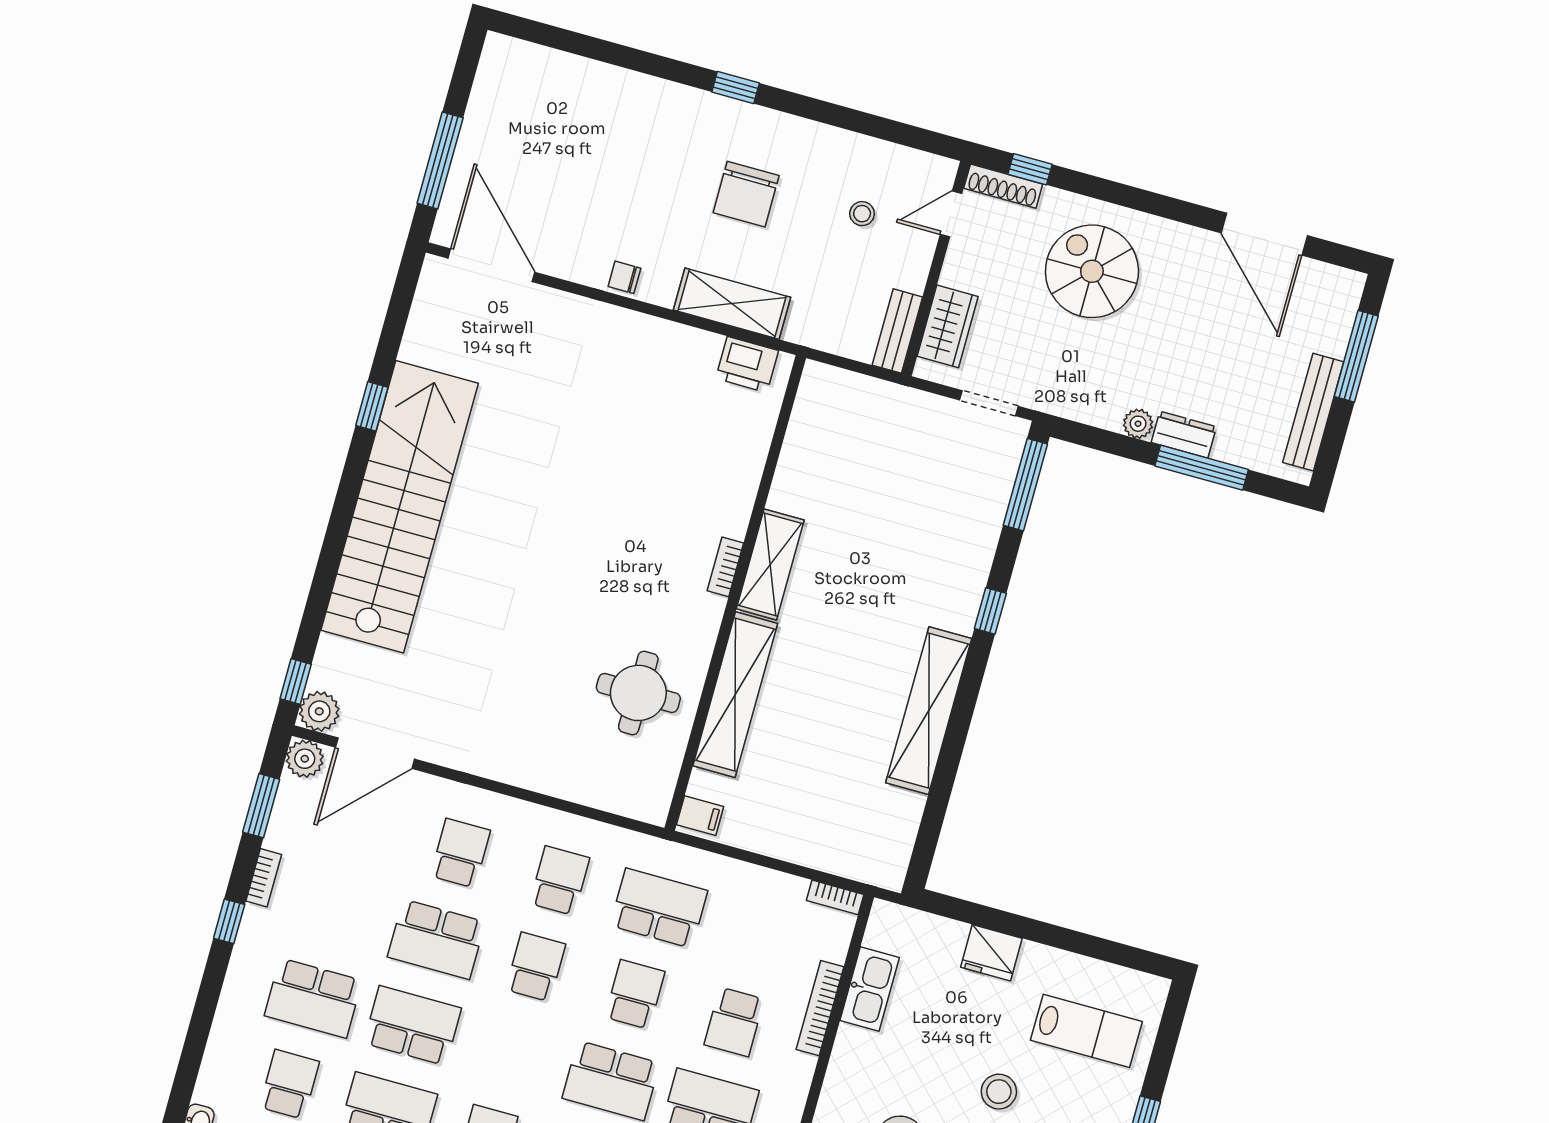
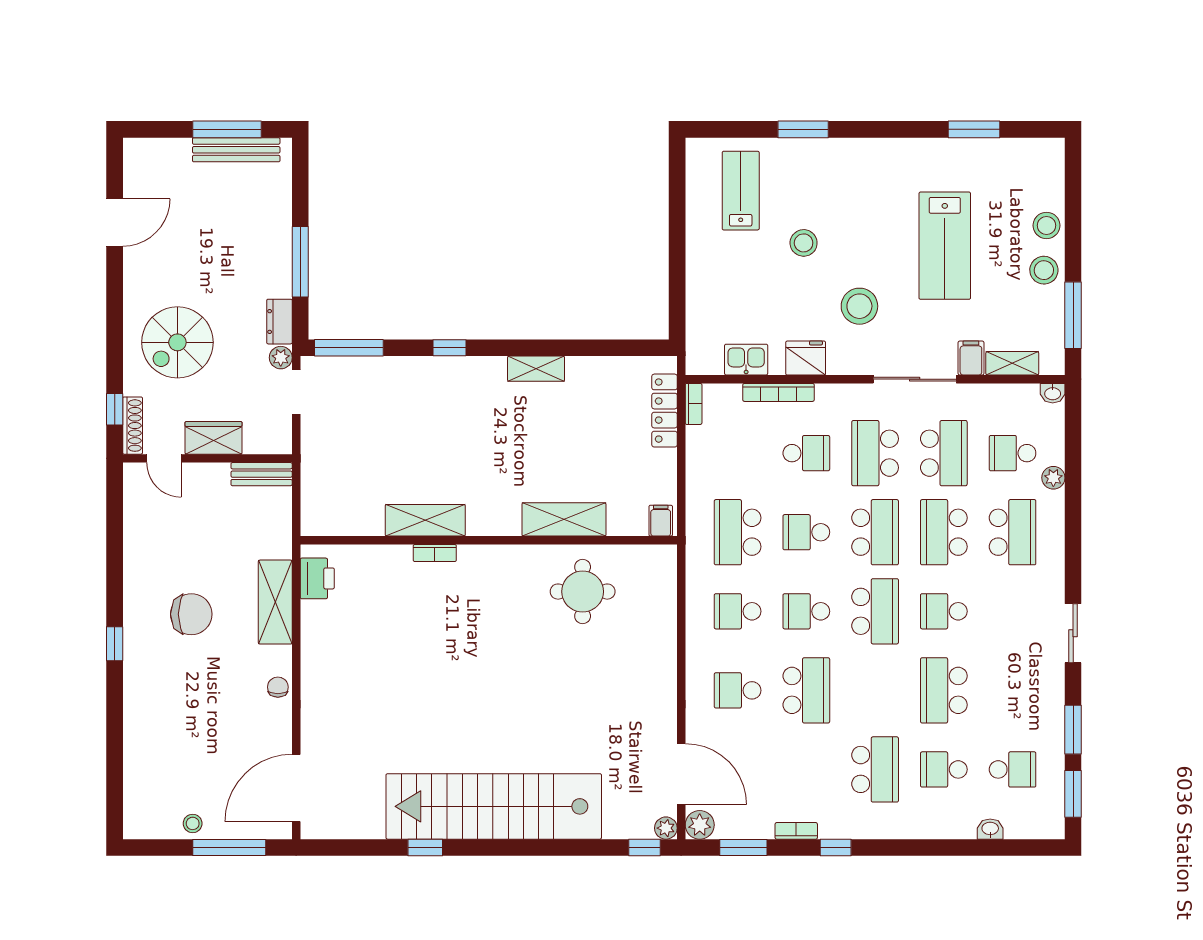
stool: (862, 214) -> (193, 823), moved
door: (1264, 234) -> (115, 222), width x0.73
chair: (624, 277) -> (278, 687), turned 180
wardrobe: (948, 326) -> (214, 438), moved
window: (1356, 356) -> (227, 129), moved
plant: (1138, 424) -> (281, 358), moved
dresser: (1184, 435) -> (279, 322), moved
window: (1202, 468) -> (300, 262), moved
shelving: (770, 564) -> (425, 520), moved
bookcase: (725, 567) -> (435, 553), moved
shelving: (735, 695) -> (564, 519), width x0.68
plant: (319, 711) -> (666, 828), width x0.73, depth x0.73
shelving: (929, 711) -> (536, 369), width x0.45, depth x0.75
locker: (837, 859) -> (665, 411), added
fridge: (991, 953) -> (806, 358), moved, turned -90
kitchen sink: (870, 989) -> (746, 360), width x0.73
school desk: (413, 1026) -> (875, 611), moved, turned 180

